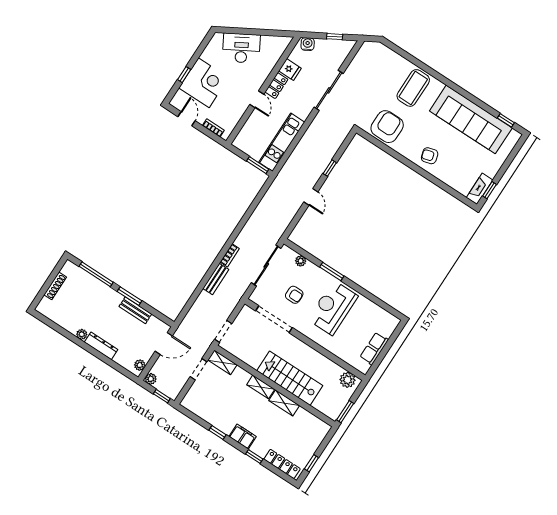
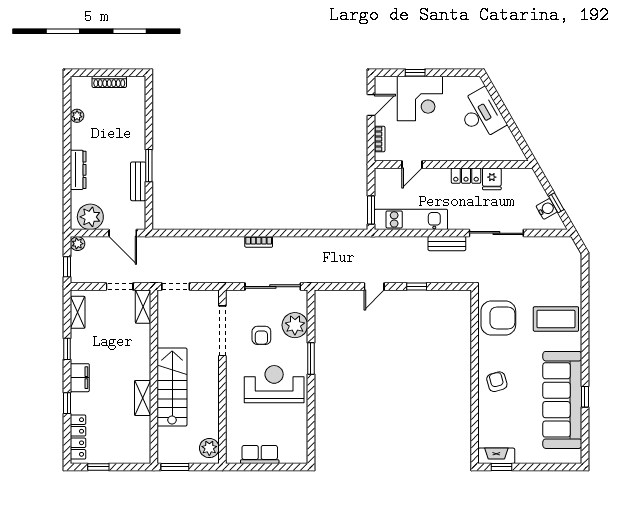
water cooler: (308, 44) -> (547, 209), moved
door: (257, 99) -> (412, 165), moved
window: (506, 120) -> (585, 397), moved
plant: (301, 261) -> (295, 325), width x1.88, depth x1.88
window: (96, 274) -> (149, 116), removed
bench: (216, 279) -> (447, 244), moved
plant: (82, 334) -> (77, 116), moved
plant: (140, 365) -> (90, 217), width x1.88, depth x1.88
shelving: (261, 387) -> (78, 312), moved

